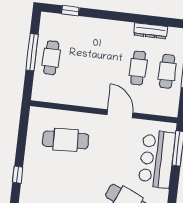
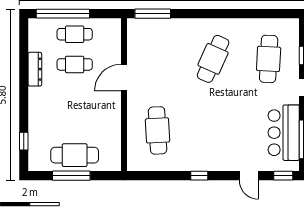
dresser: (150, 31) -> (35, 69), moved
cafe table: (51, 58) -> (75, 155), width x1.37, depth x1.35
bar counter: (157, 159) -> (166, 34), removed

